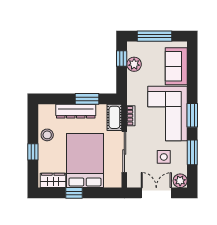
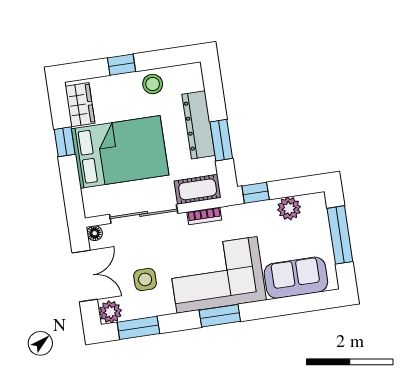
window: (122, 59) -> (256, 193), moved
window: (192, 152) -> (138, 328), moved
floor lamp: (131, 183) -> (95, 233), added

